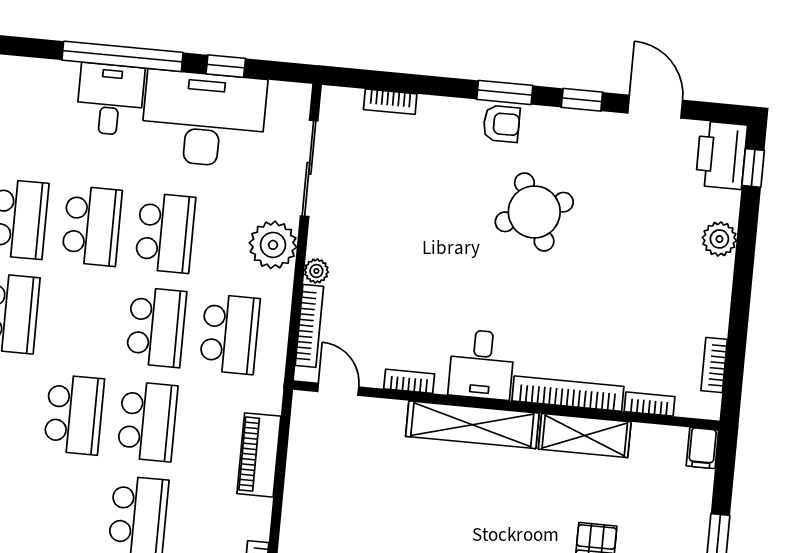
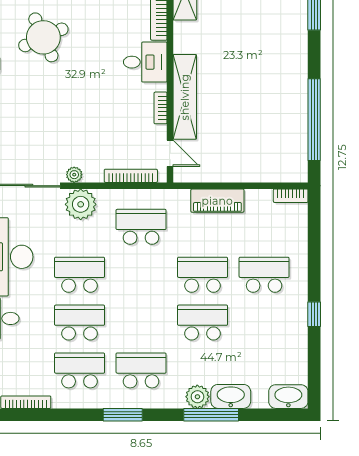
plant: (316, 271) -> (74, 175), moved
school desk: (156, 327) -> (141, 275), removed
door: (338, 389) -> (170, 153), swing flipped
shelving: (472, 425) -> (185, 97), moved

